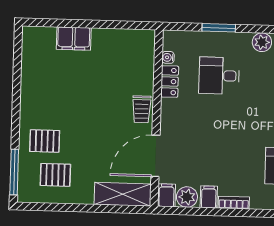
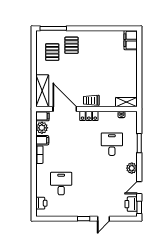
filing cabinet: (74, 38) -> (131, 40), moved
shelving: (147, 48) -> (126, 102), added
locker: (170, 81) -> (89, 116), moved

